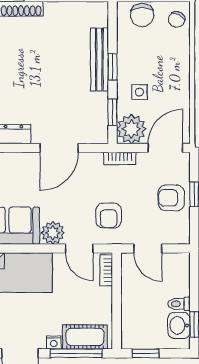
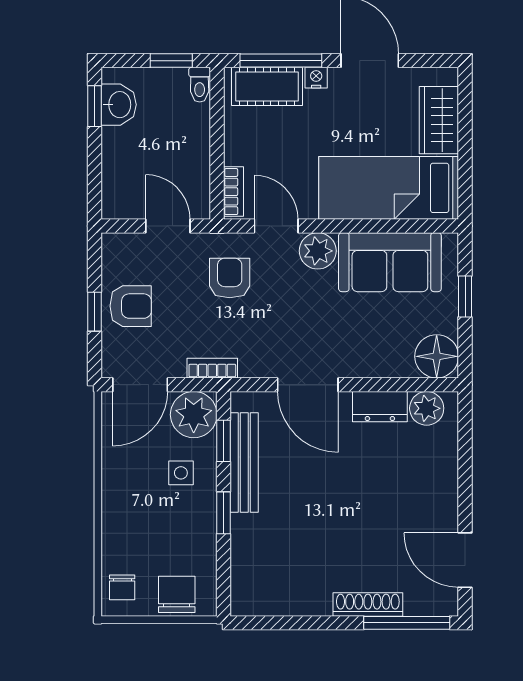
chair: (177, 20) -> (122, 587), turned 150
bench: (99, 60) -> (244, 463), moved
door: (59, 148) -> (308, 385), swing flipped
toilet: (179, 304) -> (200, 85), moved, turned 90

